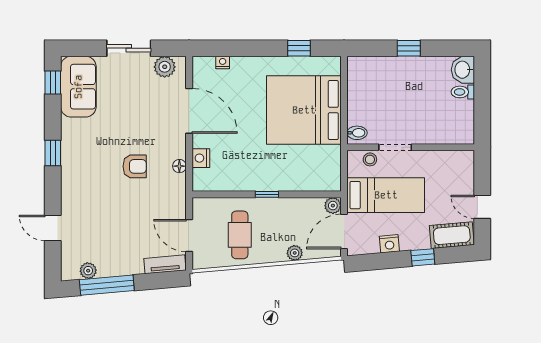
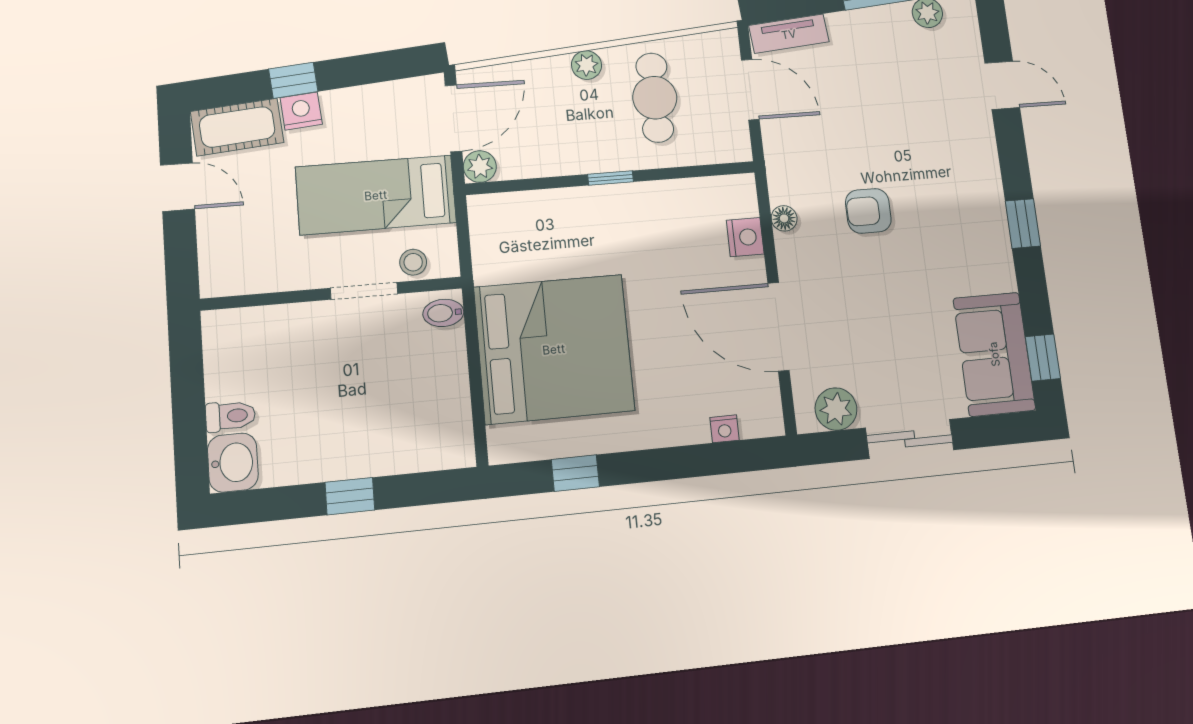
nightstand: (389, 244) -> (301, 111), moved
plant: (295, 253) -> (586, 65), moved

